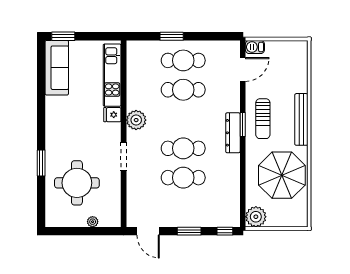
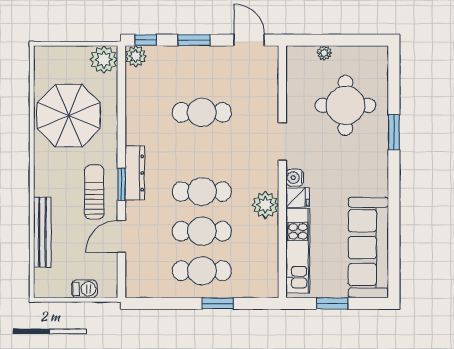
window: (63, 36) -> (332, 303), moved
barbecue: (255, 47) -> (84, 289), moved
sofa: (57, 68) -> (368, 248), width x1.36, depth x1.27
door: (243, 69) -> (121, 236), moved
bench: (301, 119) -> (42, 232), moved
plant: (136, 120) -> (265, 205), moved
water cooler: (115, 129) -> (295, 178), added
cafe table: (183, 148) -> (202, 192), moved
plant: (232, 219) -> (136, 56), added

